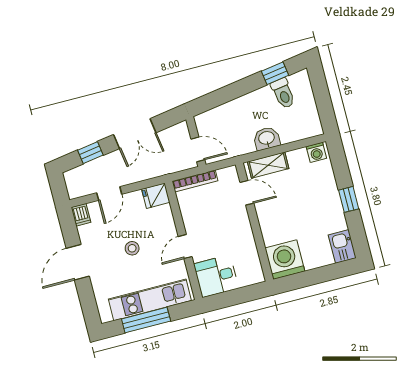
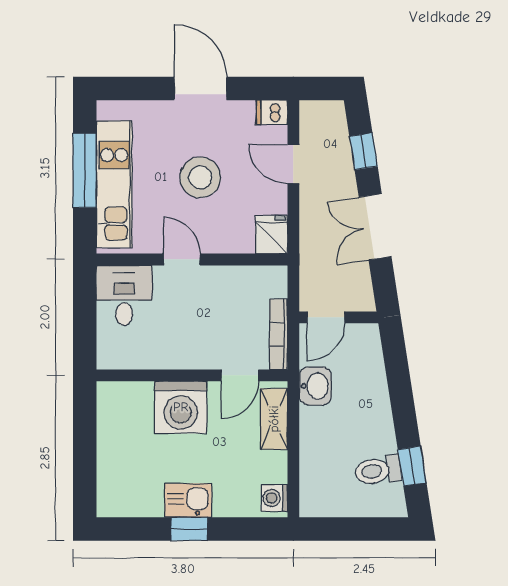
washbasin: (267, 138) -> (315, 386), moved
bookcase: (195, 181) -> (279, 334), moved
kitchen sink: (342, 246) -> (188, 500), moved
stool: (132, 248) -> (200, 177), width x1.89, depth x1.89
washing machine: (285, 260) -> (181, 407), moved, turned 90

